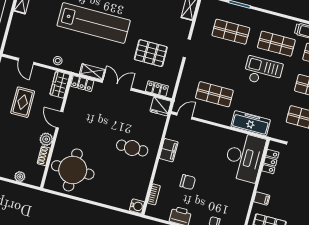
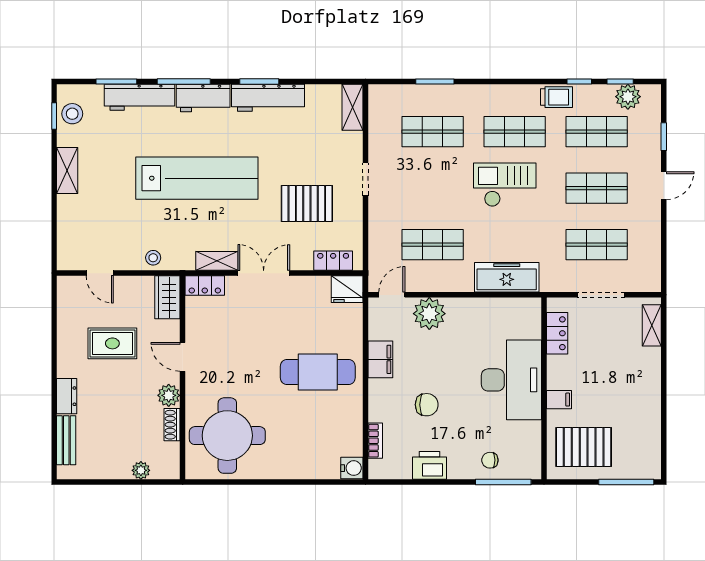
rug: (23, 102) -> (112, 343), turned 90
plant: (202, 132) -> (429, 314), added
cafe table: (132, 148) -> (318, 372), width x1.37, depth x1.35
desk: (244, 157) -> (511, 380), moved

